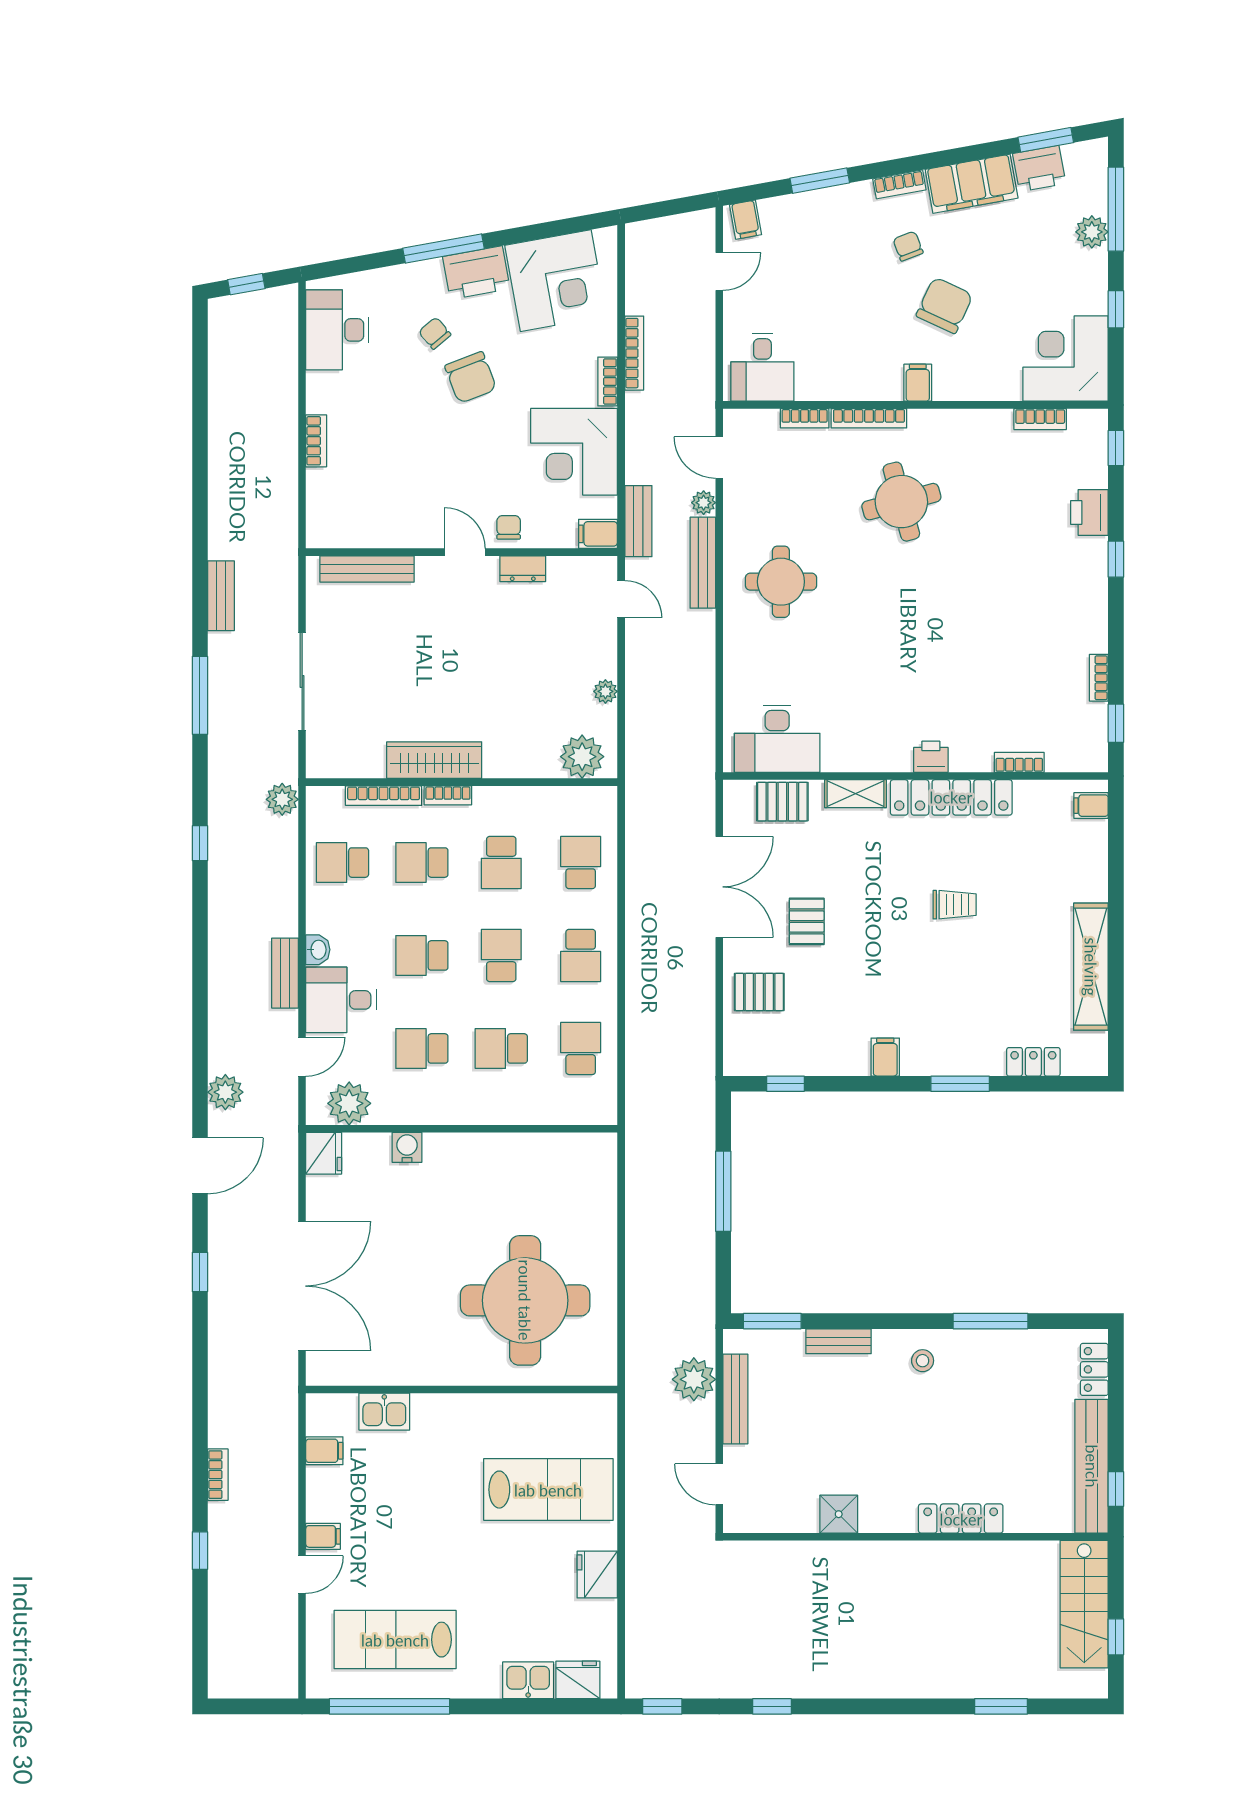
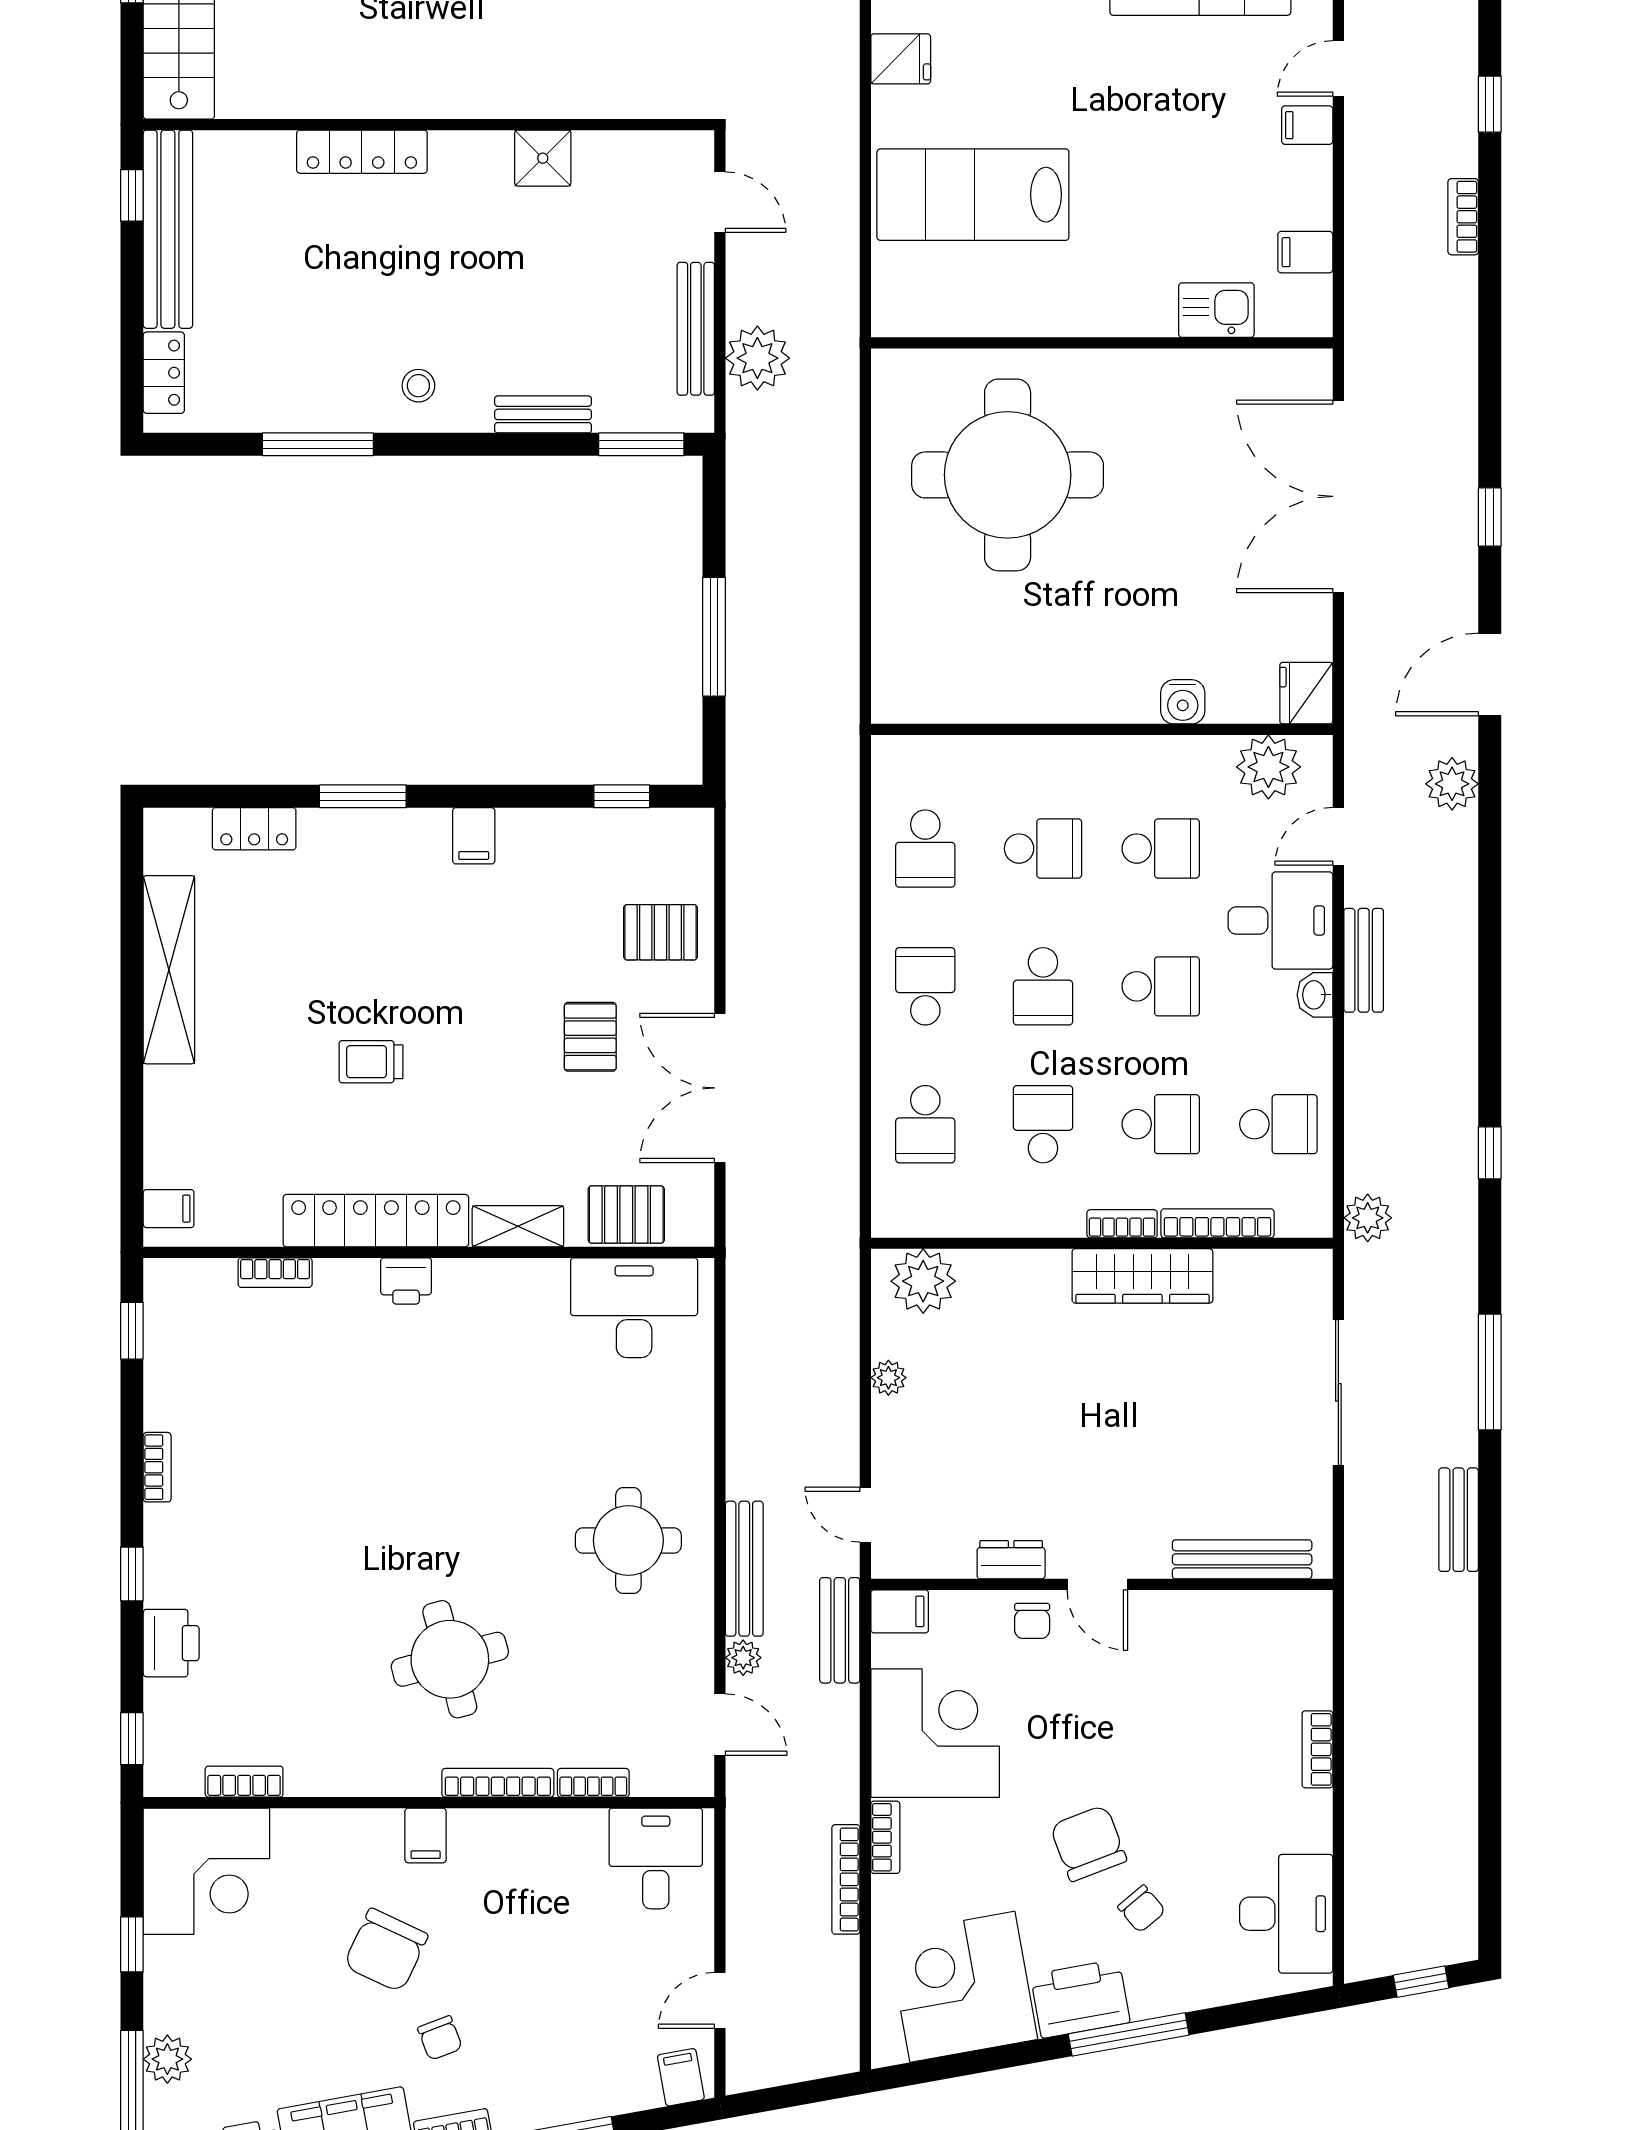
bookcase: (1099, 678) -> (157, 1467), moved
fridge: (597, 1575) -> (901, 59), width x0.72

